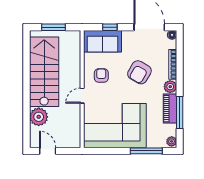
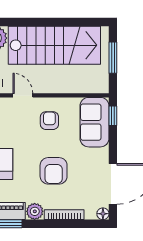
window: (110, 27) -> (113, 116), moved
armchair: (139, 72) -> (54, 171), turned -120
armchair: (101, 75) -> (49, 121), turned -90

